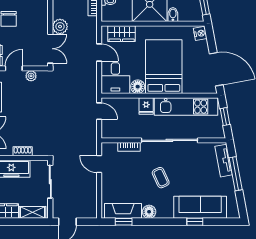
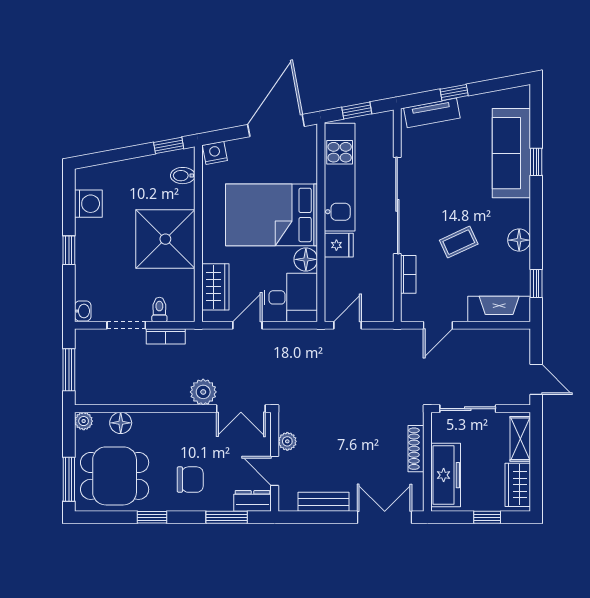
bidet: (173, 15) -> (183, 176), moved
double door: (50, 49) -> (241, 409), swing flipped
shoe rack: (23, 151) -> (416, 449), width x1.43
window: (236, 174) -> (454, 92), width x0.46
coffee table: (161, 178) -> (459, 242), moved
fireplace: (123, 211) -> (499, 309), moved, turned 90

